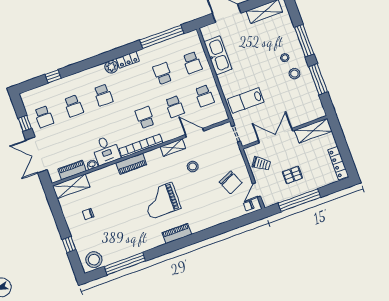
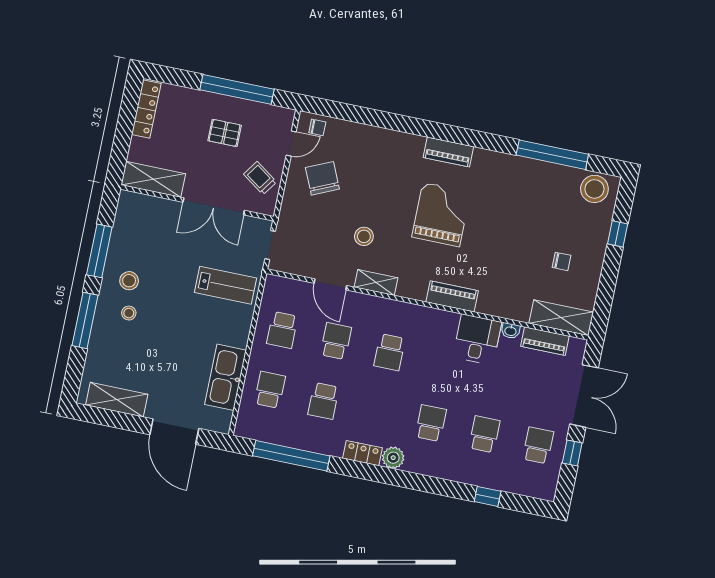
school desk: (204, 96) -> (282, 330), turned 180
bookcase: (141, 146) -> (421, 314), removed
grand piano: (161, 201) -> (441, 215), turned -90

